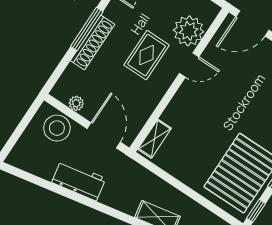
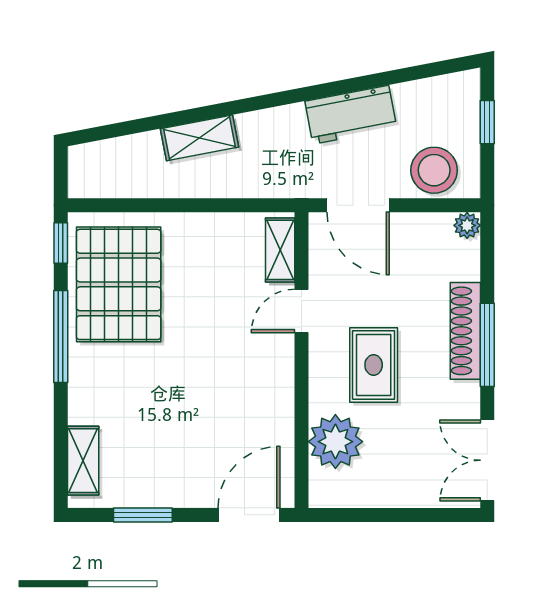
door: (189, 65) -> (301, 311), moved
plant: (76, 103) -> (467, 225), moved
window: (17, 134) -> (487, 122), added

